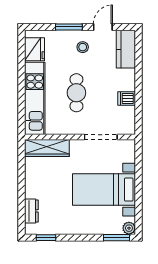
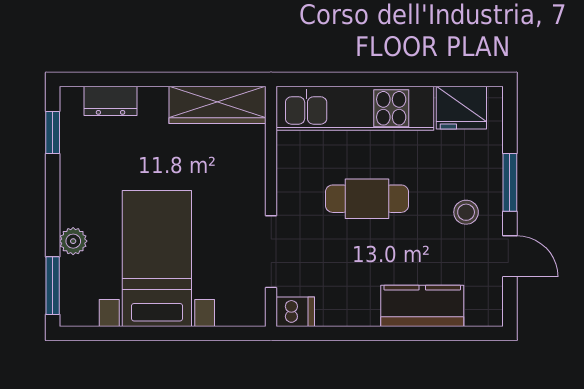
kitchen counter: (126, 49) -> (422, 306), moved
dishwasher: (127, 99) -> (295, 312), moved, turned 90
wardrobe: (47, 148) -> (217, 105), moved, turned -90
plant: (129, 228) -> (73, 241), moved

